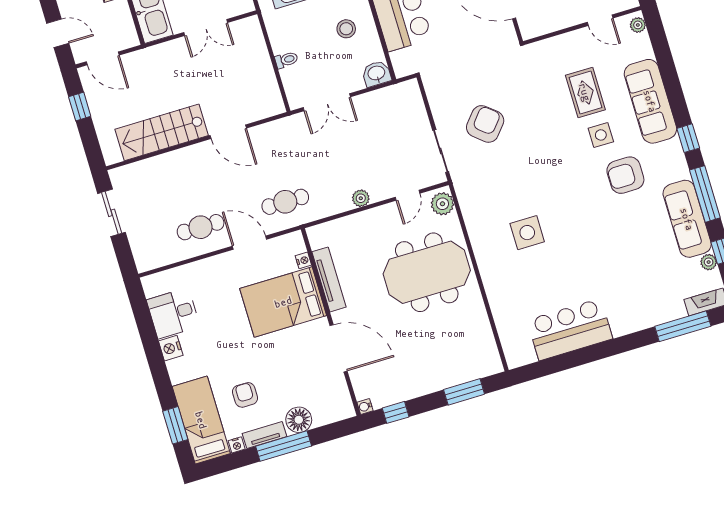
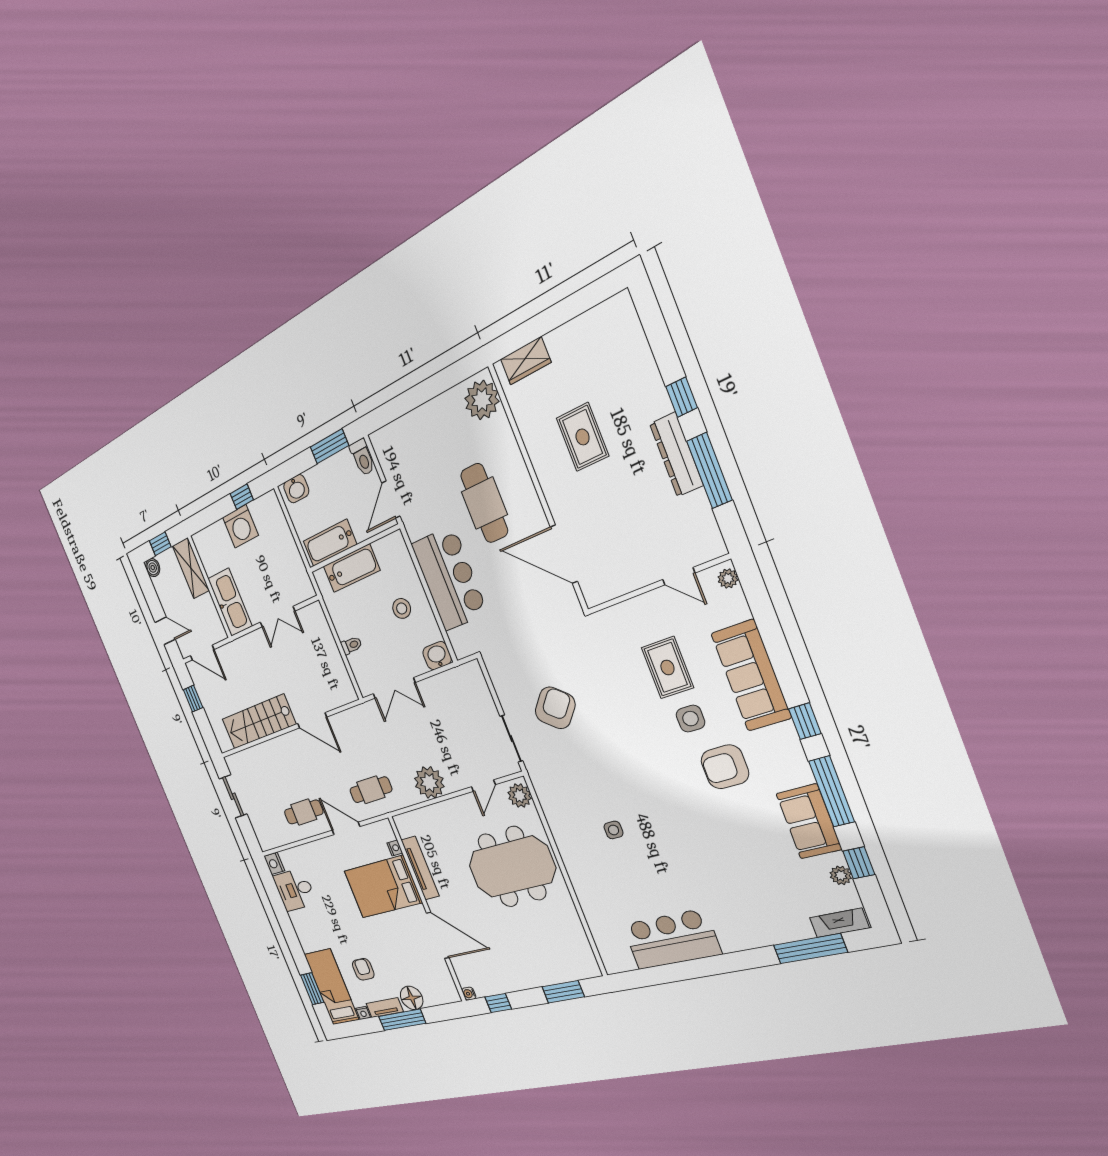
plant: (361, 198) -> (429, 782), width x1.87, depth x1.87
sofa: (687, 219) -> (809, 821), width x0.73
side table: (527, 233) -> (614, 830), width x0.54, depth x0.54
nightstand: (171, 348) -> (274, 863), moved

